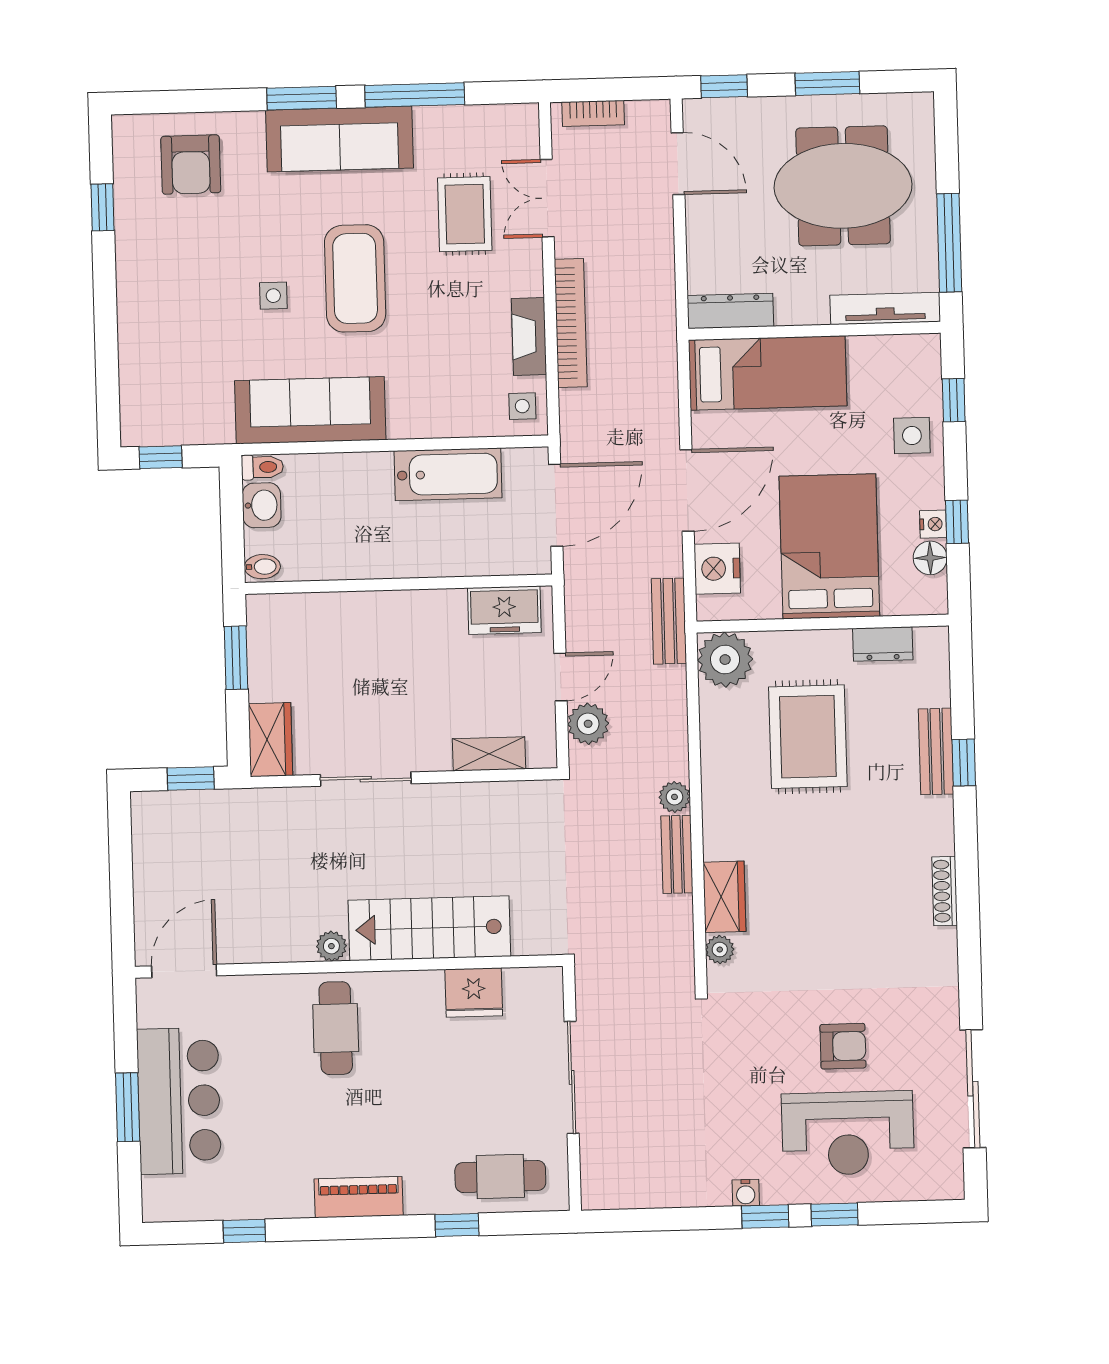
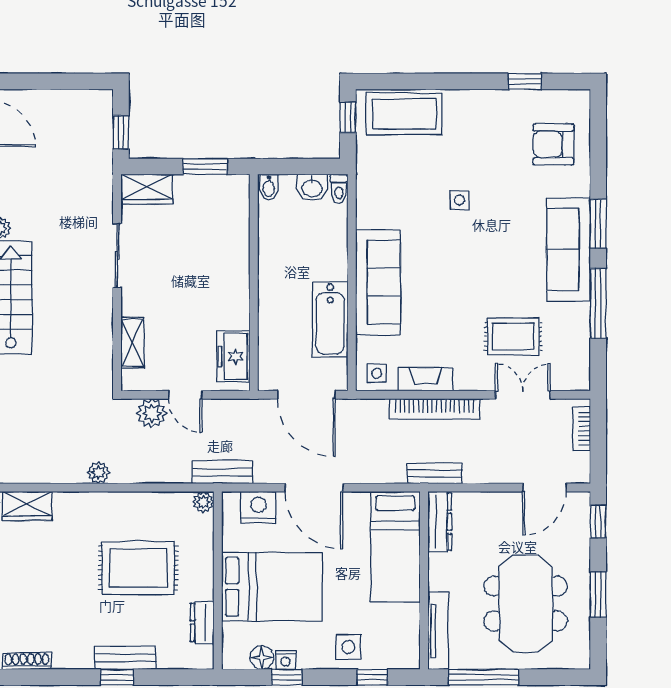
coffee table: (355, 278) -> (404, 114), moved
sofa: (310, 410) -> (378, 282), moved
plant: (725, 660) -> (203, 502), width x0.53, depth x0.53
bench: (677, 854) -> (435, 473), moved

